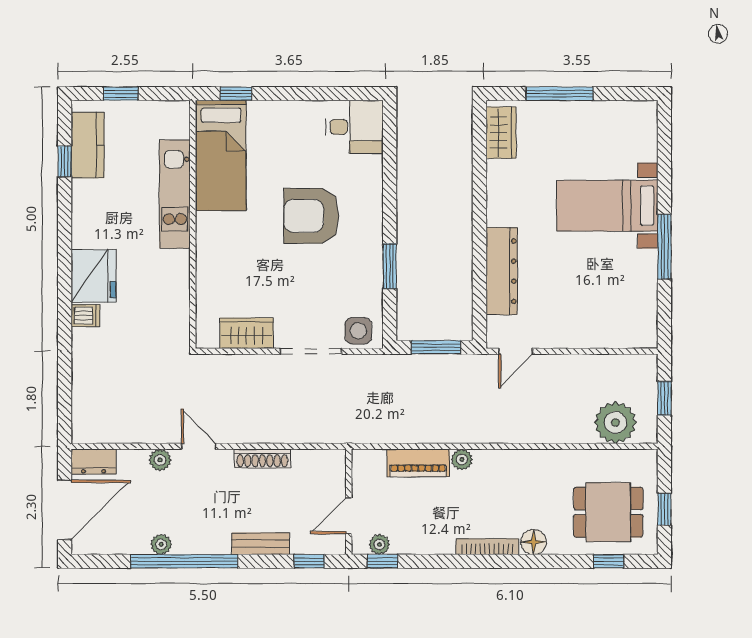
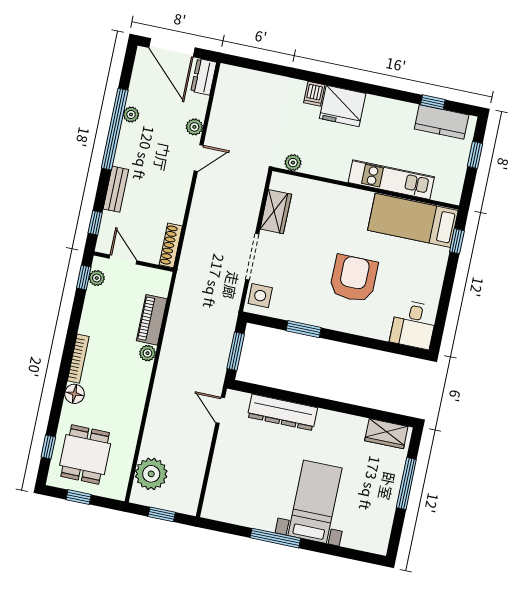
plant: (179, 324) -> (293, 163), added
shoe rack: (262, 459) -> (171, 245), moved

